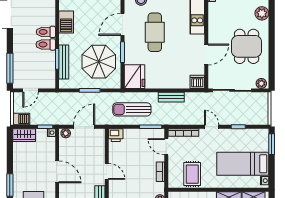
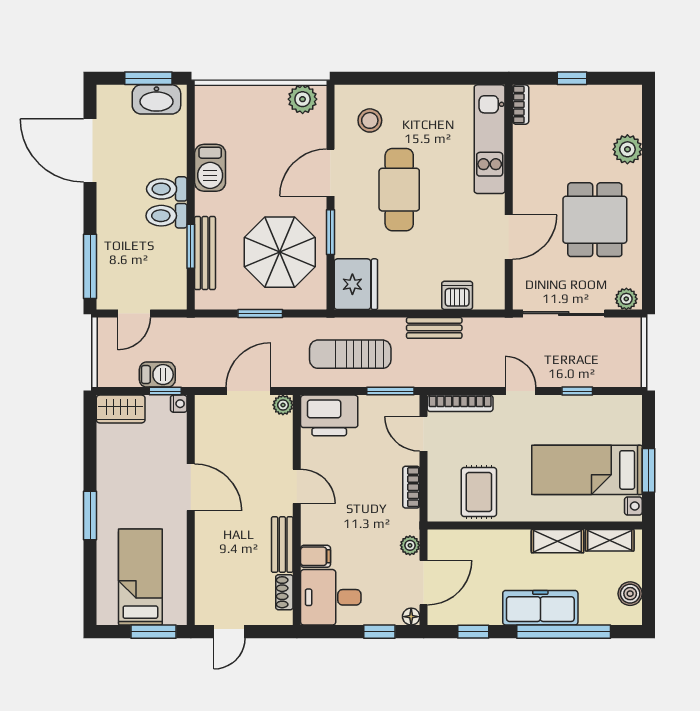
dishwasher: (197, 82) -> (457, 295), moved
barbecue: (21, 119) -> (157, 375), moved
plant: (66, 133) -> (283, 405), moved
printer: (116, 135) -> (329, 415), width x1.87, depth x1.48
window: (272, 144) -> (648, 470), moved

